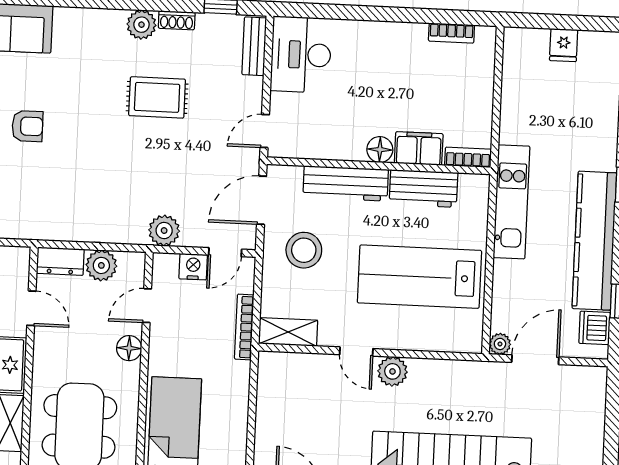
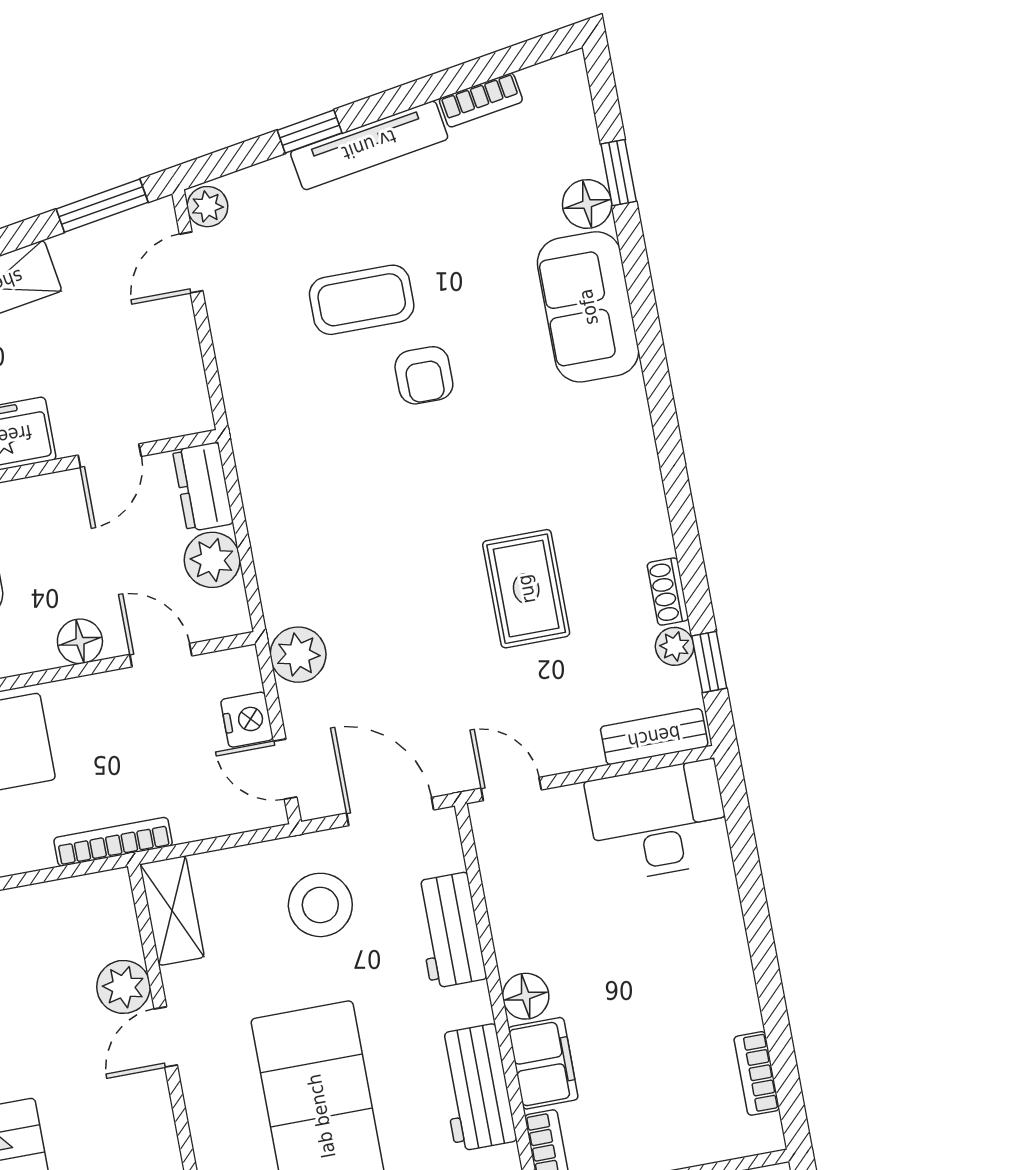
plant: (141, 25) -> (675, 646), moved, width x0.73, depth x0.73
workbench: (346, 183) -> (449, 930), width x0.73
bookcase: (244, 327) -> (113, 842), moved
plant: (392, 371) -> (123, 987), moved

